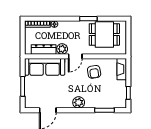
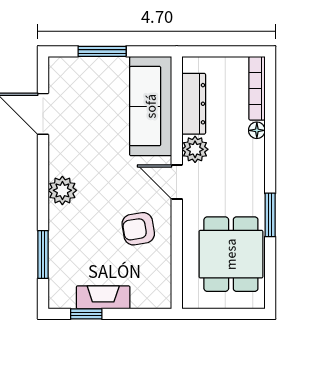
fireplace: (122, 69) -> (103, 297), moved

